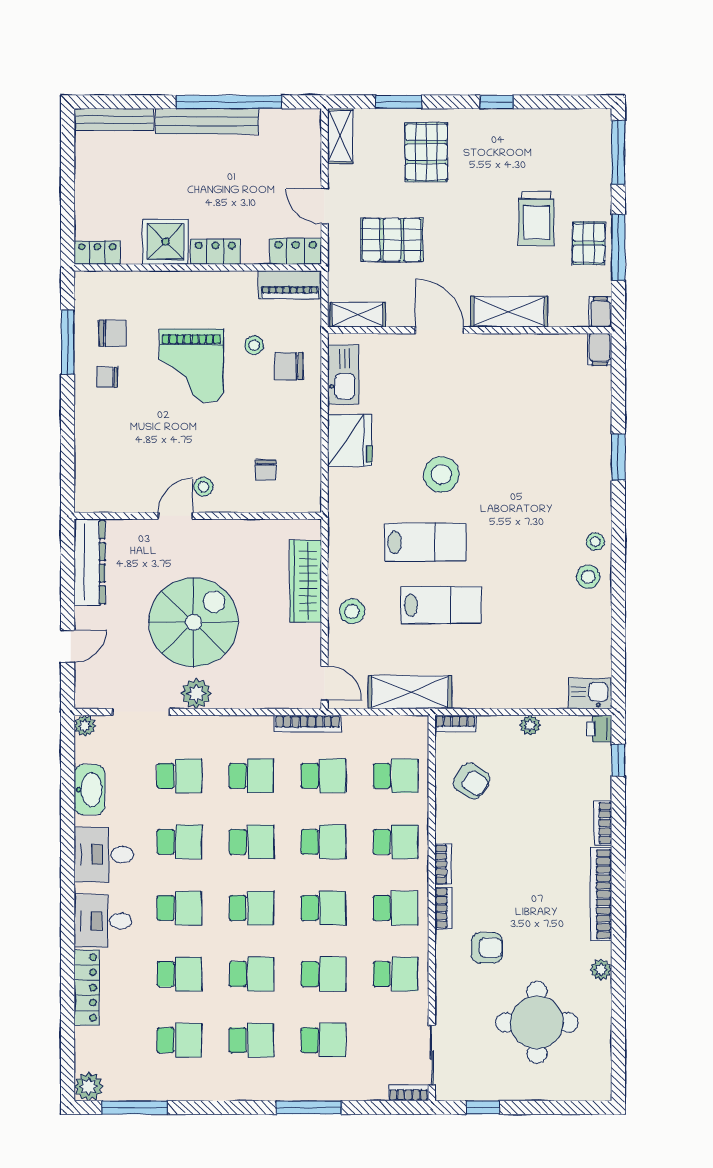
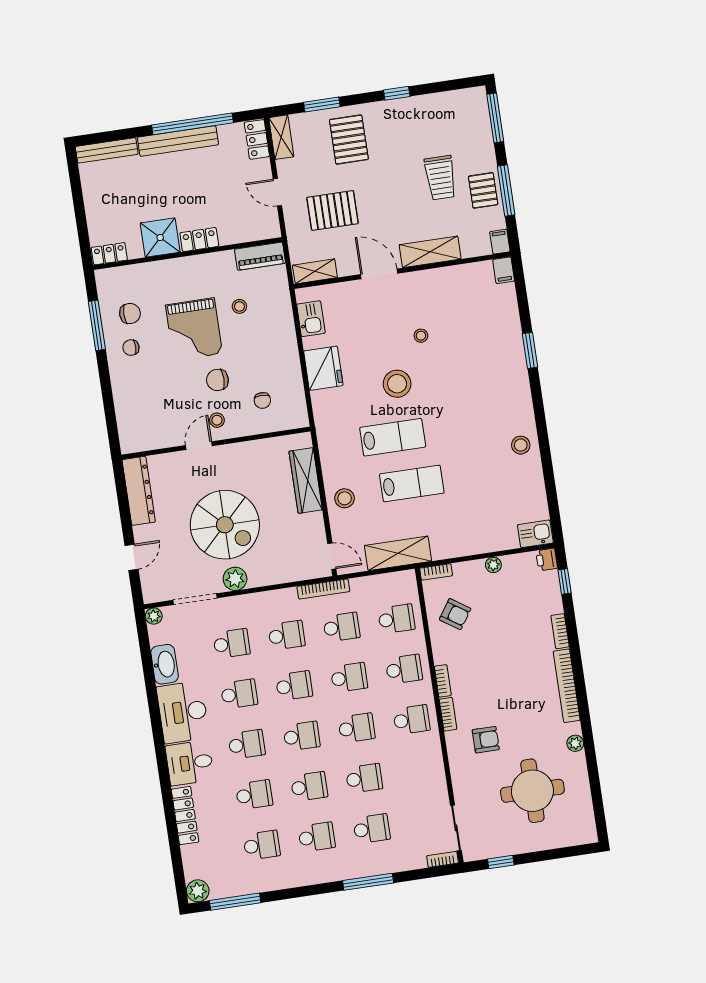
locker: (296, 251) -> (257, 139), moved, turned -90
chair: (289, 366) -> (217, 380), moved
kitchen sink: (343, 375) -> (311, 319), width x0.73
stool: (595, 542) -> (421, 336), moved
spiral stairs: (194, 622) -> (225, 525), turned 90
desk: (104, 855) -> (183, 712), width x1.37
school desk: (395, 974) -> (419, 770), removed

